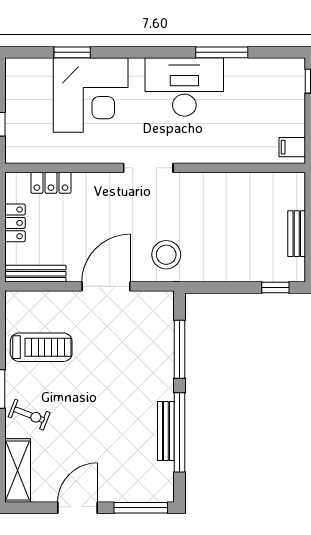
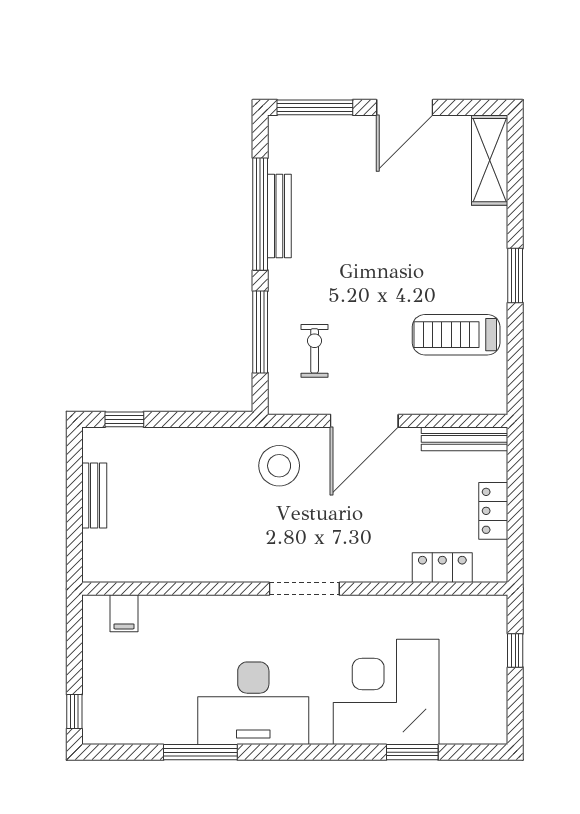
filing cabinet: (292, 147) -> (124, 613), moved, turned 90
exercise bike: (29, 415) -> (315, 351), moved, turned 69

